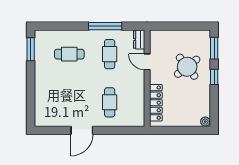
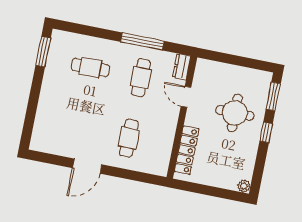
round table: (187, 67) -> (235, 113), turned 38

